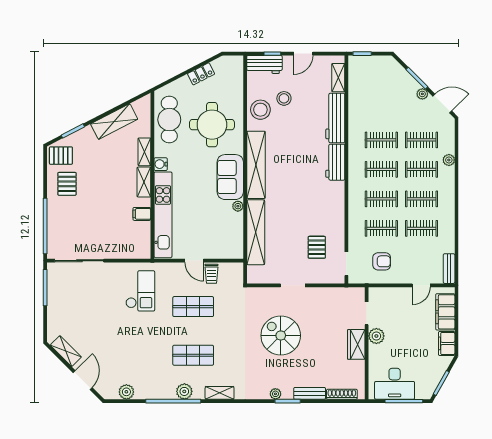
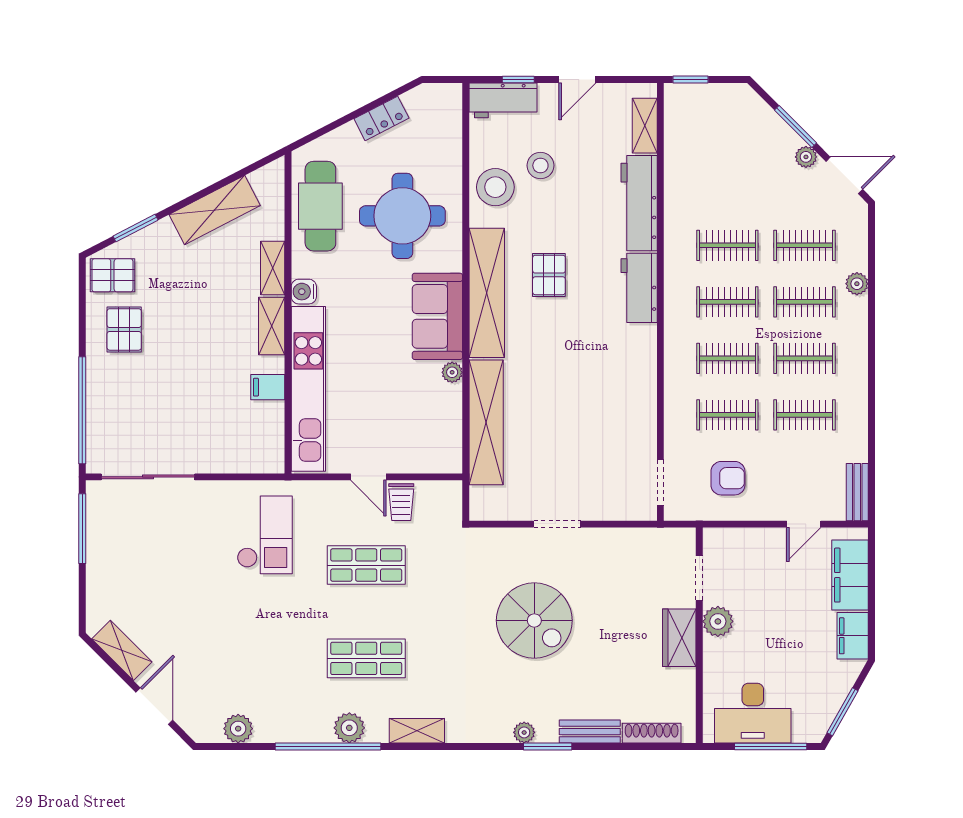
pallet: (317, 247) -> (549, 275), moved
spiral stairs: (281, 335) -> (534, 620), turned 180

